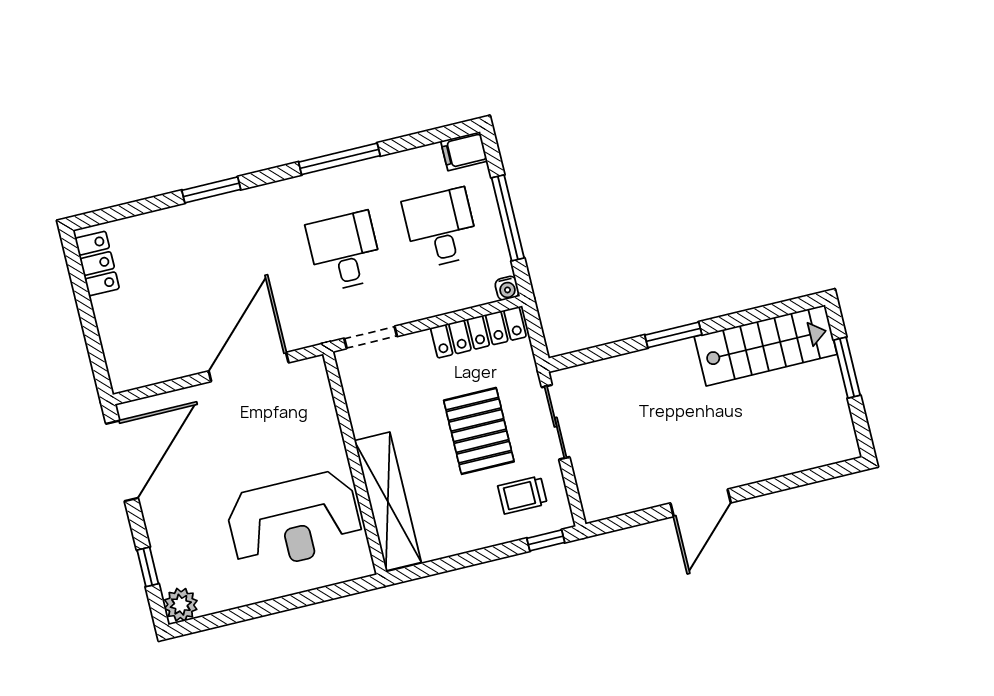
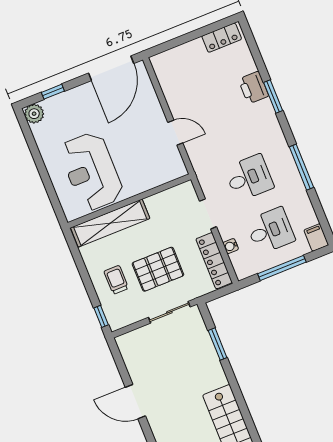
printer: (191, 222) -> (253, 88), added
water cooler: (507, 288) -> (231, 246), moved
window: (673, 335) -> (218, 344), moved
doorway: (371, 337) -> (208, 214), moved
door: (249, 367) -> (175, 133), width x0.53
door: (122, 461) -> (111, 68), hinge flipped
trolley: (522, 495) -> (116, 280), moved

